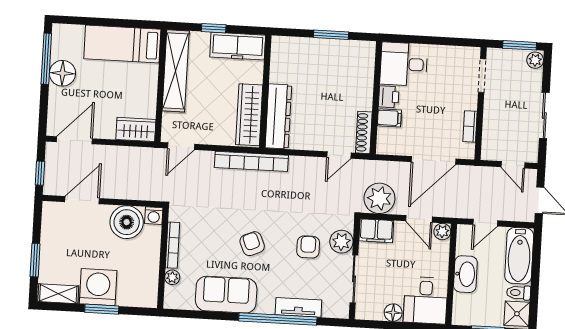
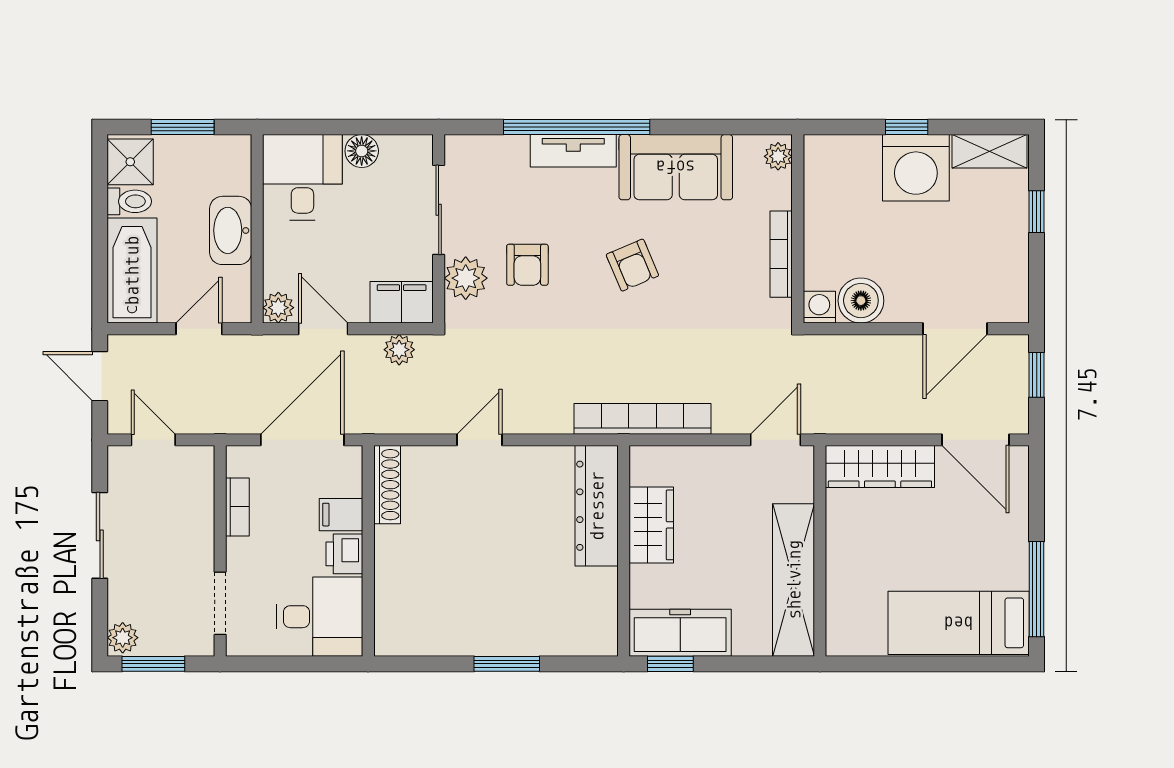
window: (214, 28) -> (670, 664), moved
bed: (122, 44) -> (959, 623), moved, turned 180
desk: (404, 64) -> (320, 617), moved
floor lamp: (62, 73) -> (1005, 564), removed
printer: (389, 97) -> (344, 554), moved
wall: (376, 98) -> (368, 551), moved
wardrobe: (249, 115) -> (651, 525), width x0.67
filing cabinet: (389, 118) -> (341, 515), moved
wardrobe: (136, 129) -> (880, 466), width x1.50
shoe rack: (364, 132) -> (387, 485), moved
door: (74, 140) -> (976, 440), hinge flipped
plant: (379, 198) -> (399, 350), width x0.53, depth x0.53
boiler: (127, 222) -> (861, 301), width x0.73, depth x0.73
window: (35, 260) -> (1037, 212), width x0.67
plant: (172, 277) -> (778, 156), moved
tv unit: (298, 307) -> (573, 151), moved
window: (102, 309) -> (907, 127), width x0.67

